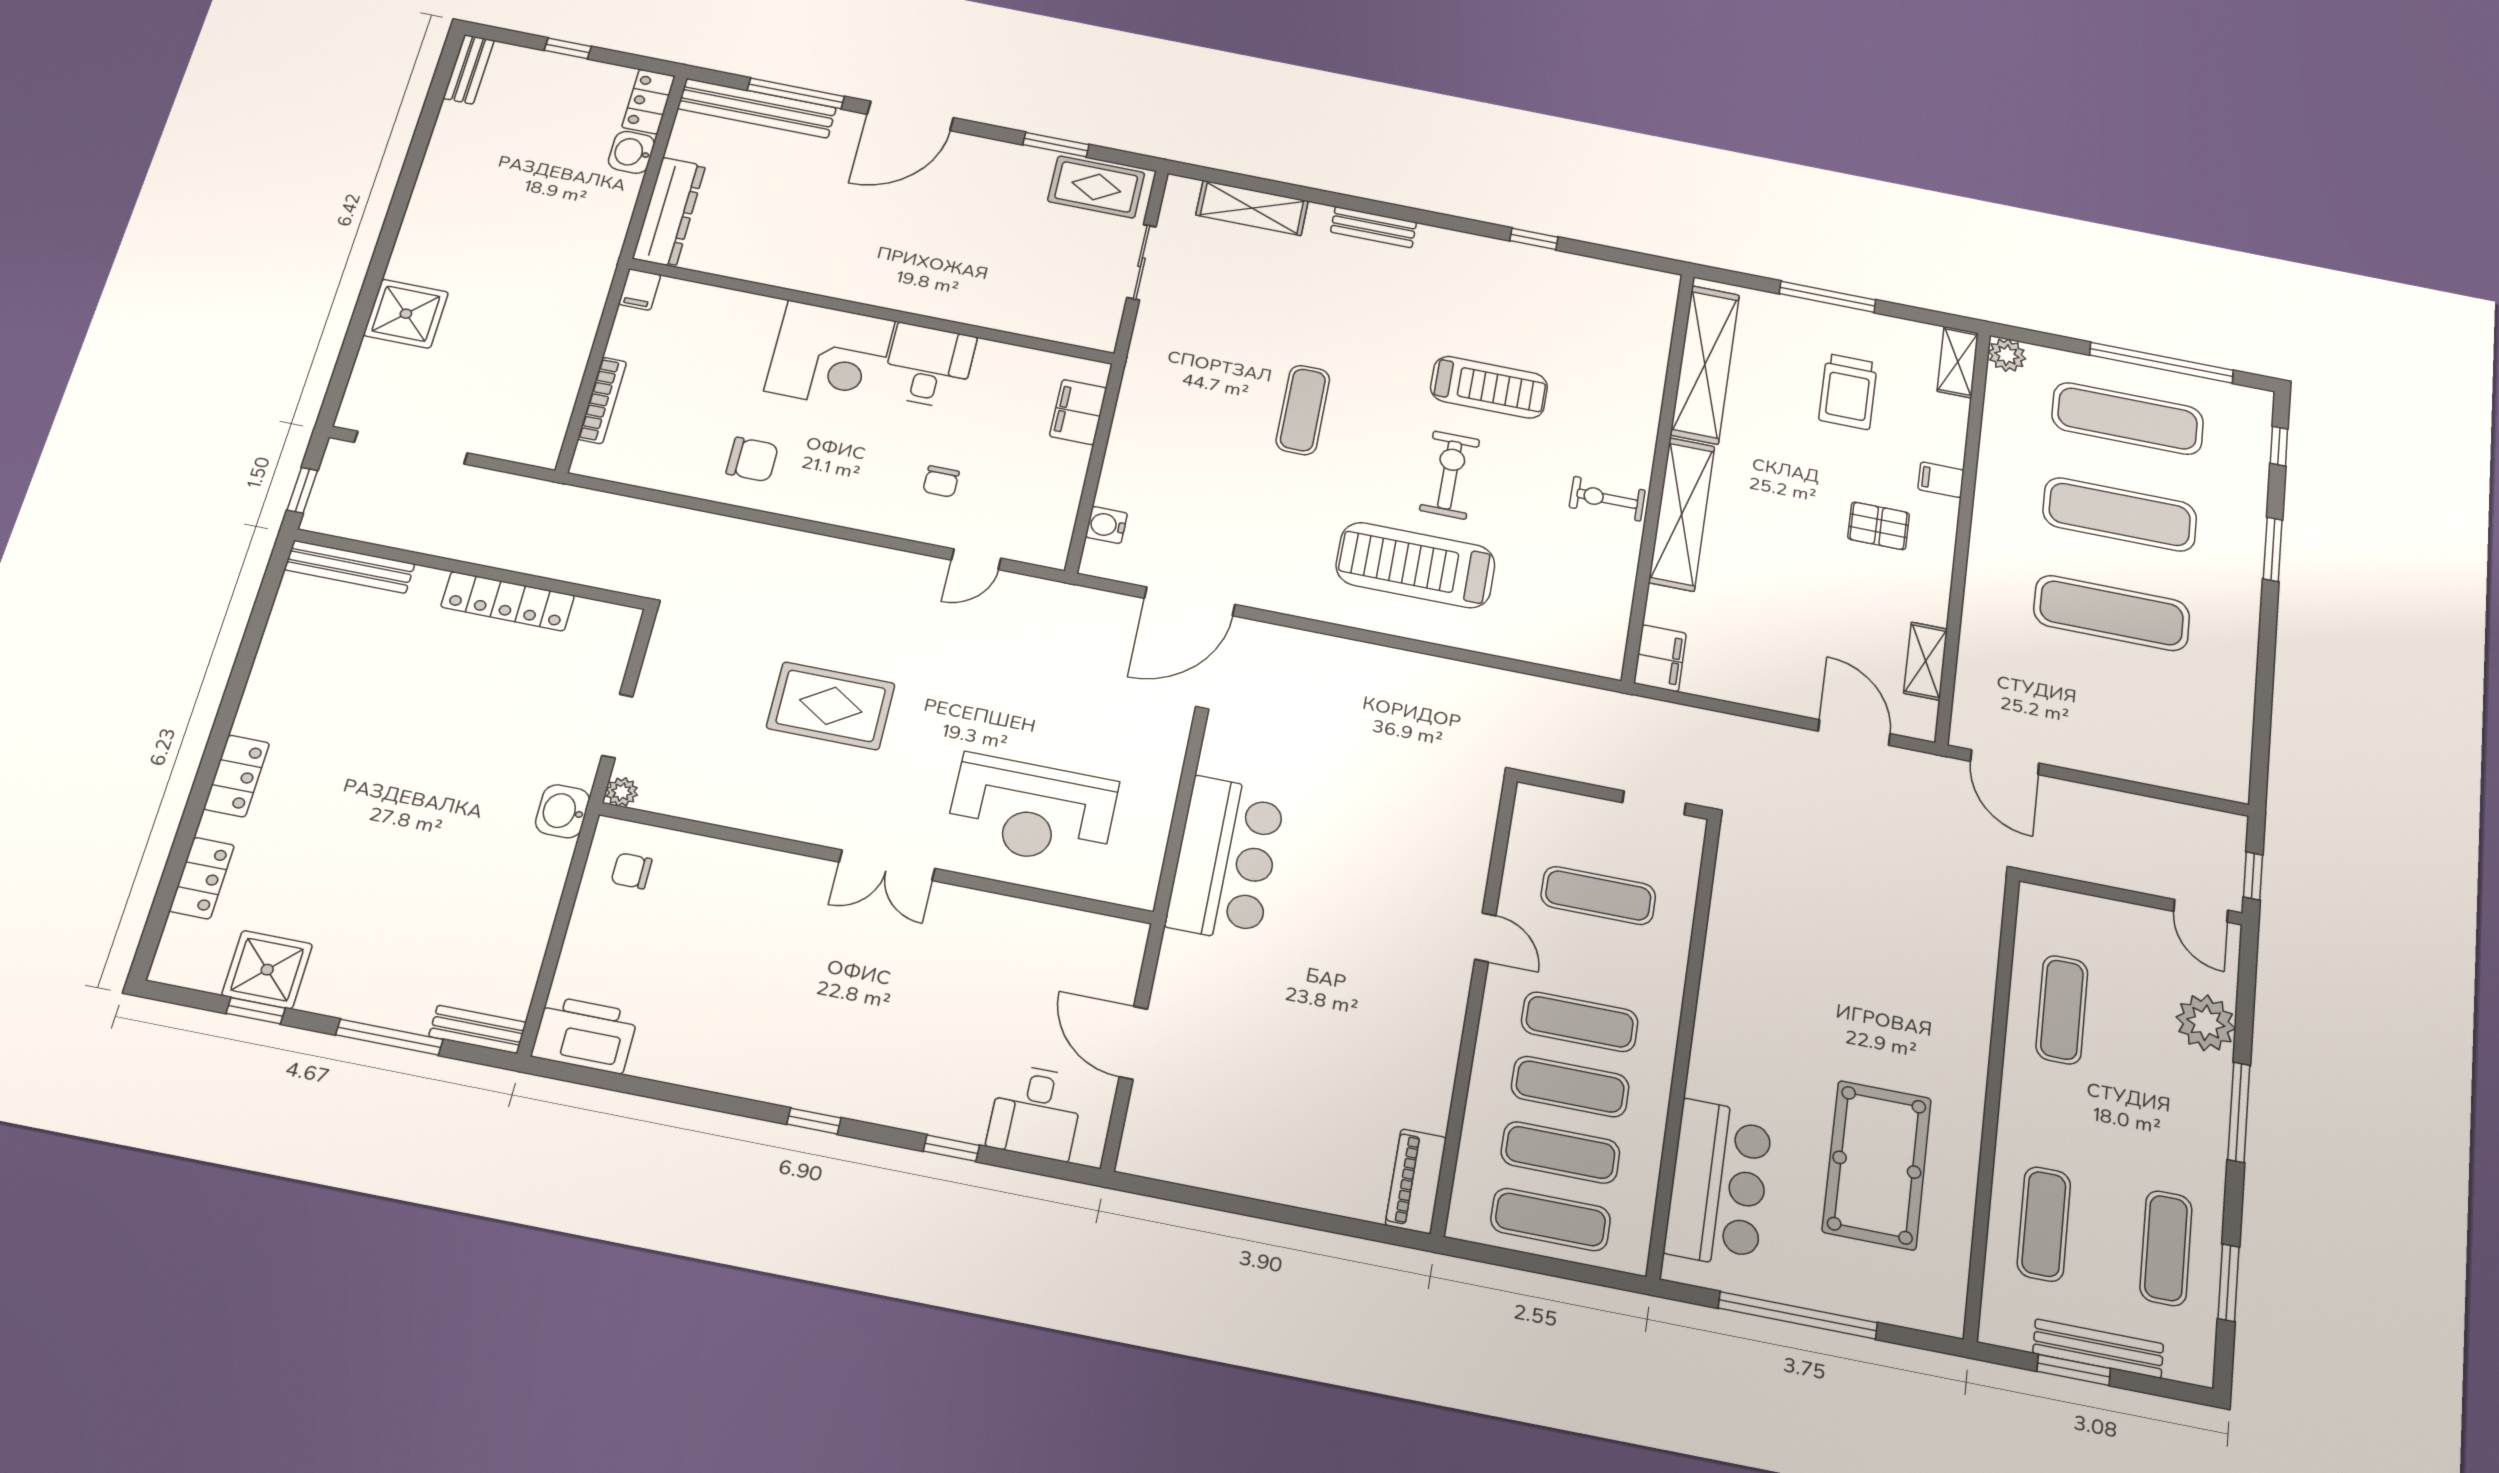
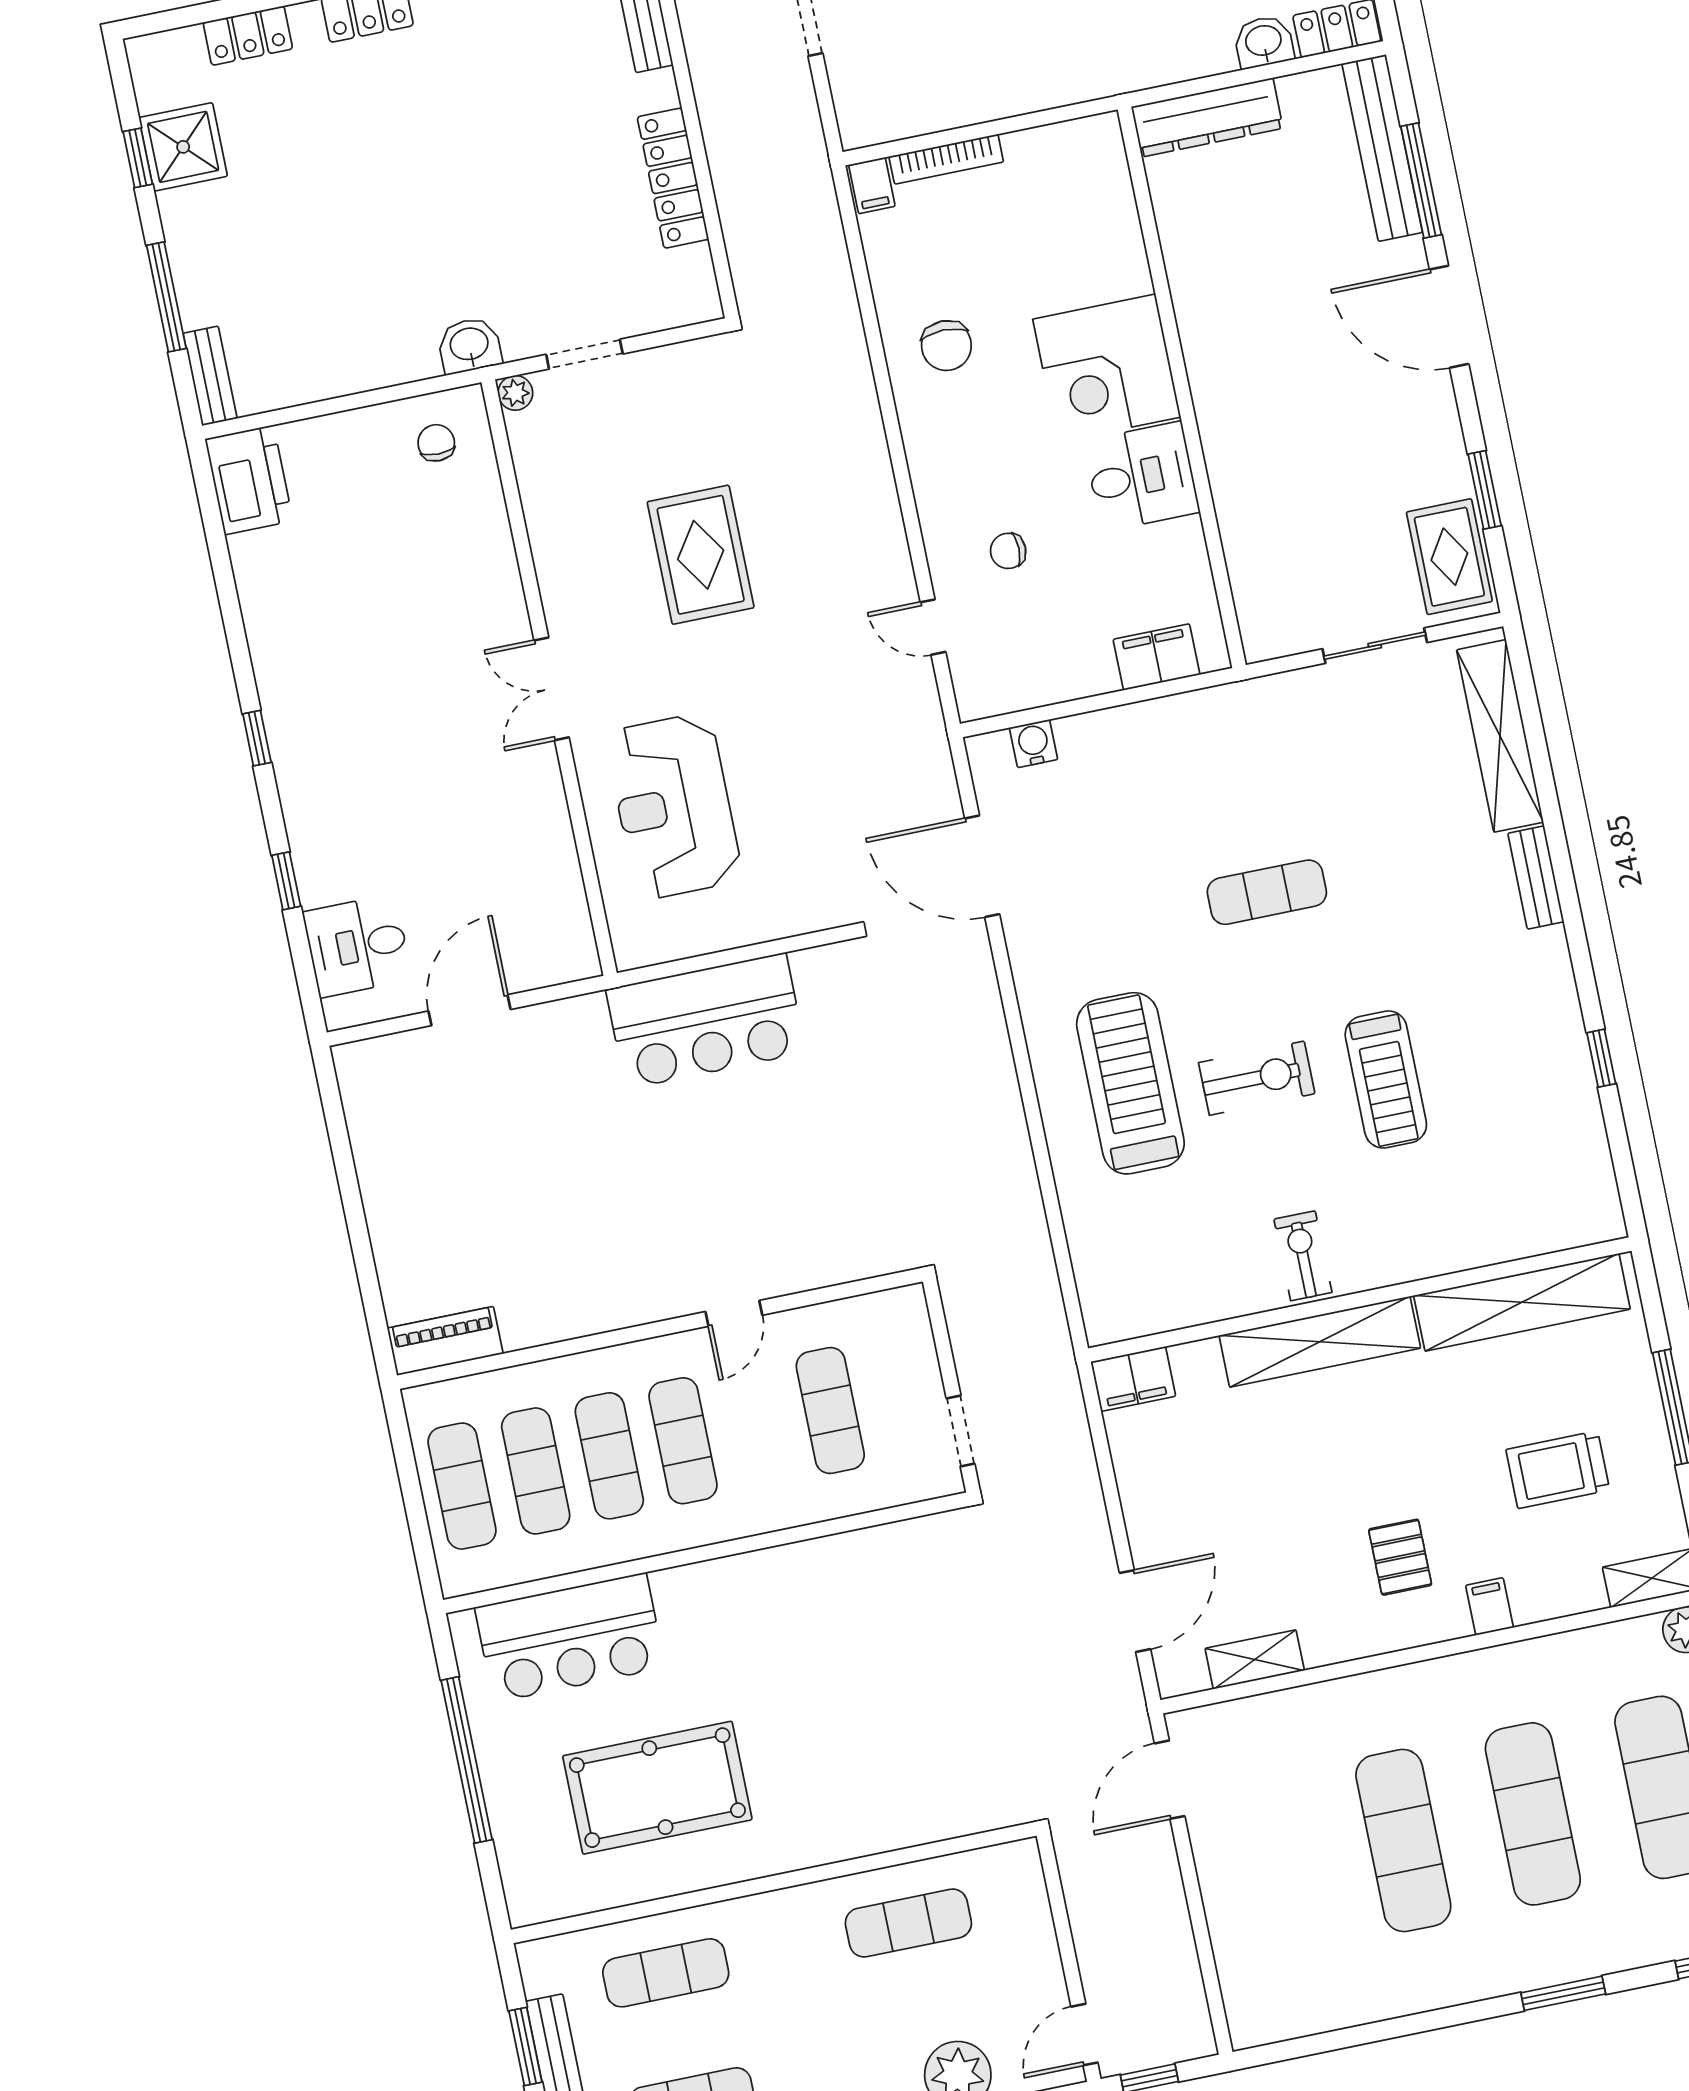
shelving: (1252, 208) -> (1500, 736), width x1.47
filing cabinet: (640, 289) -> (872, 186), moved, turned -90

